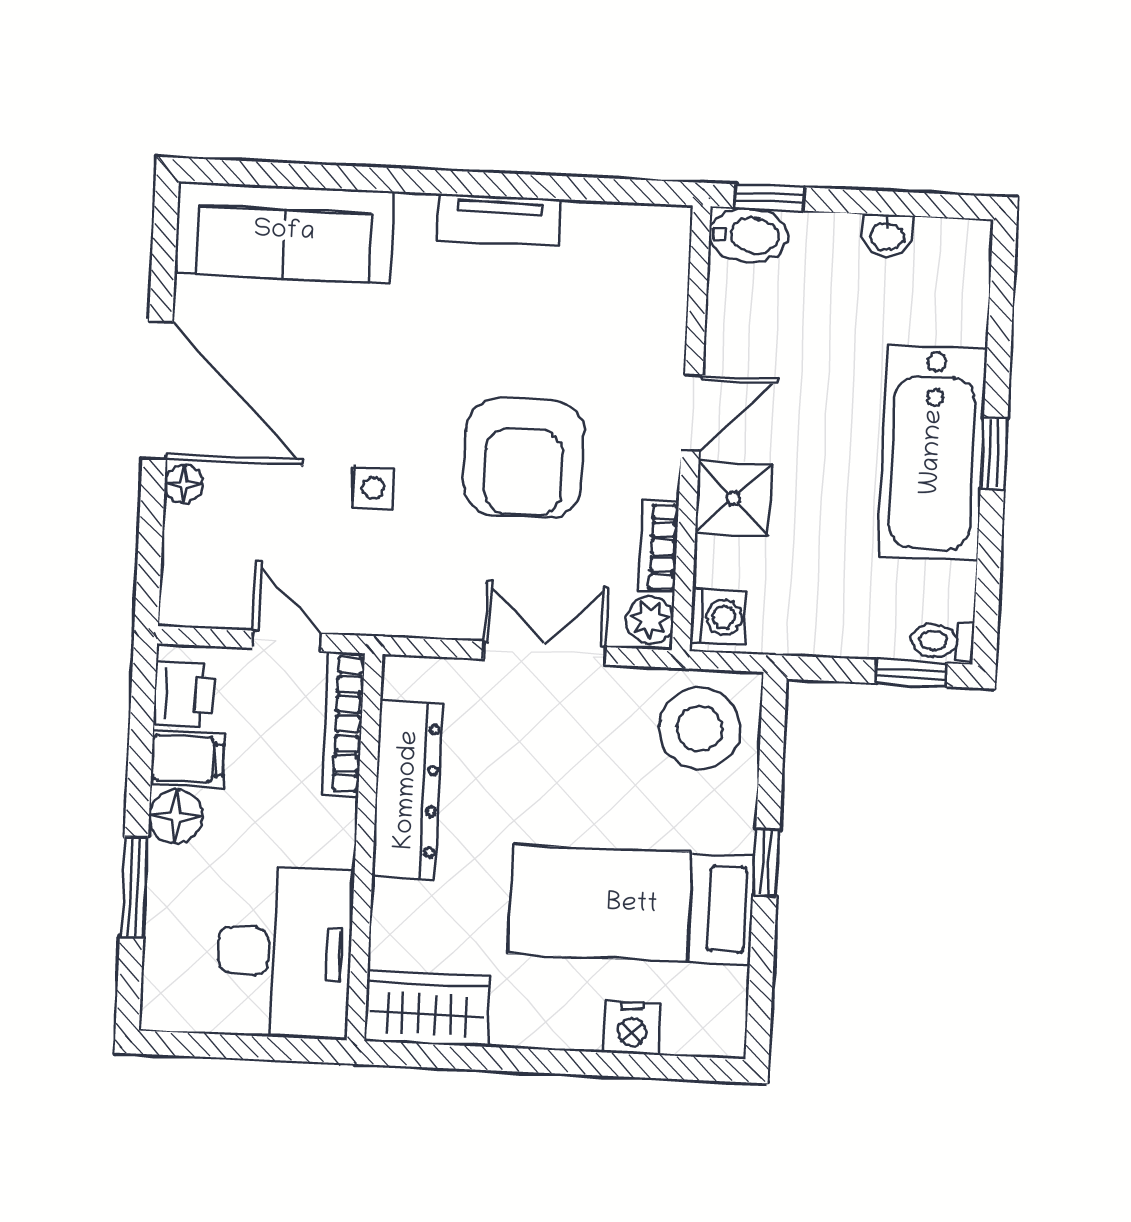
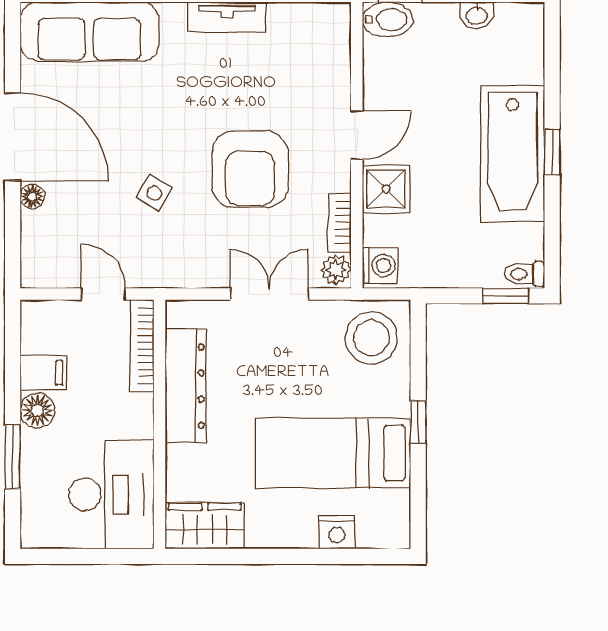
side table: (373, 488) -> (154, 193), turned 30
printer: (184, 694) -> (39, 332), removed

